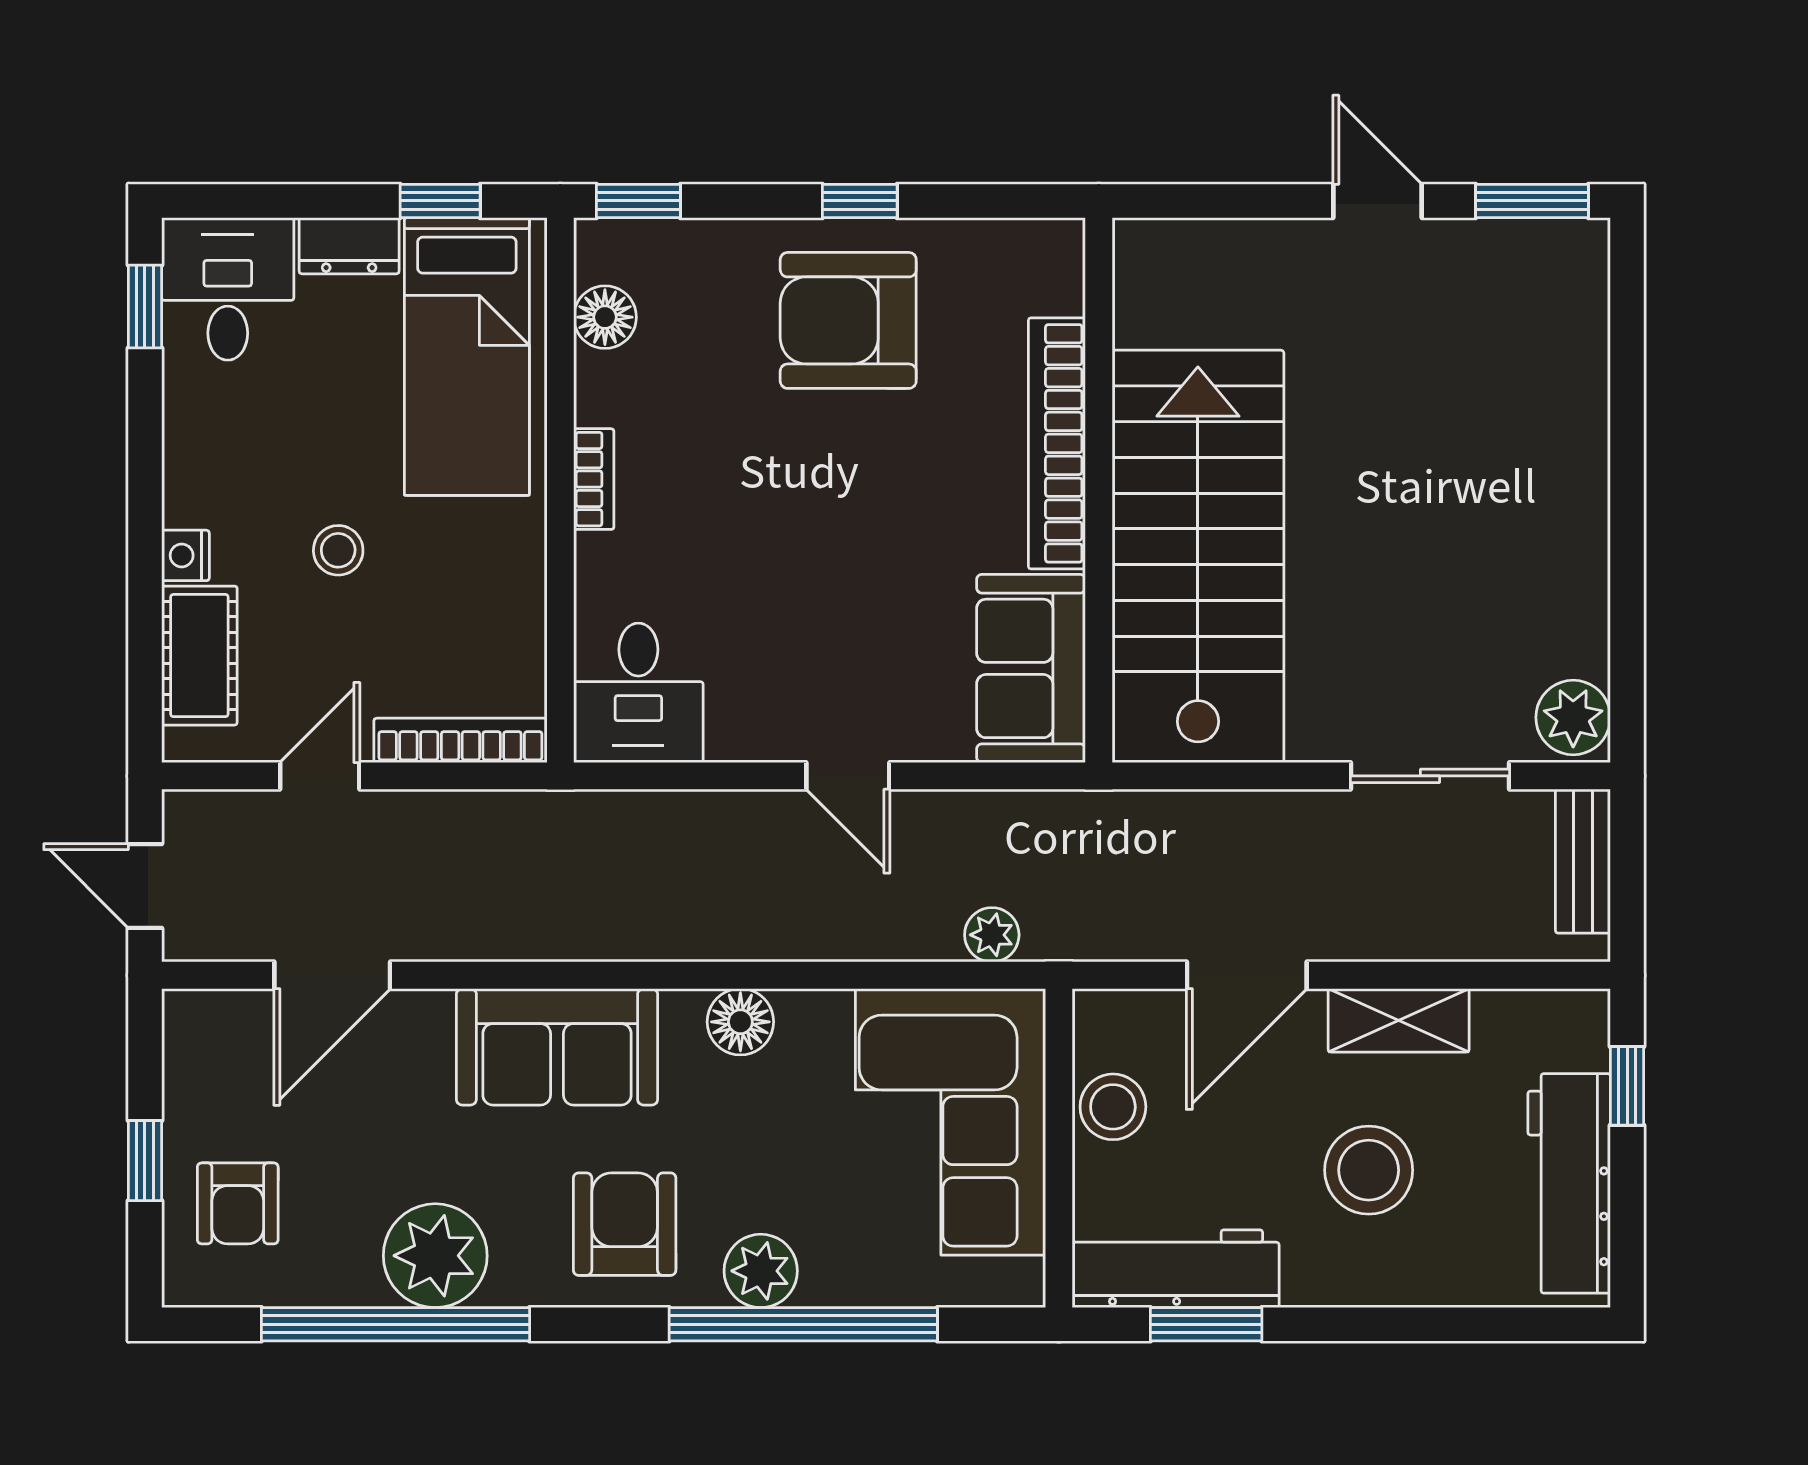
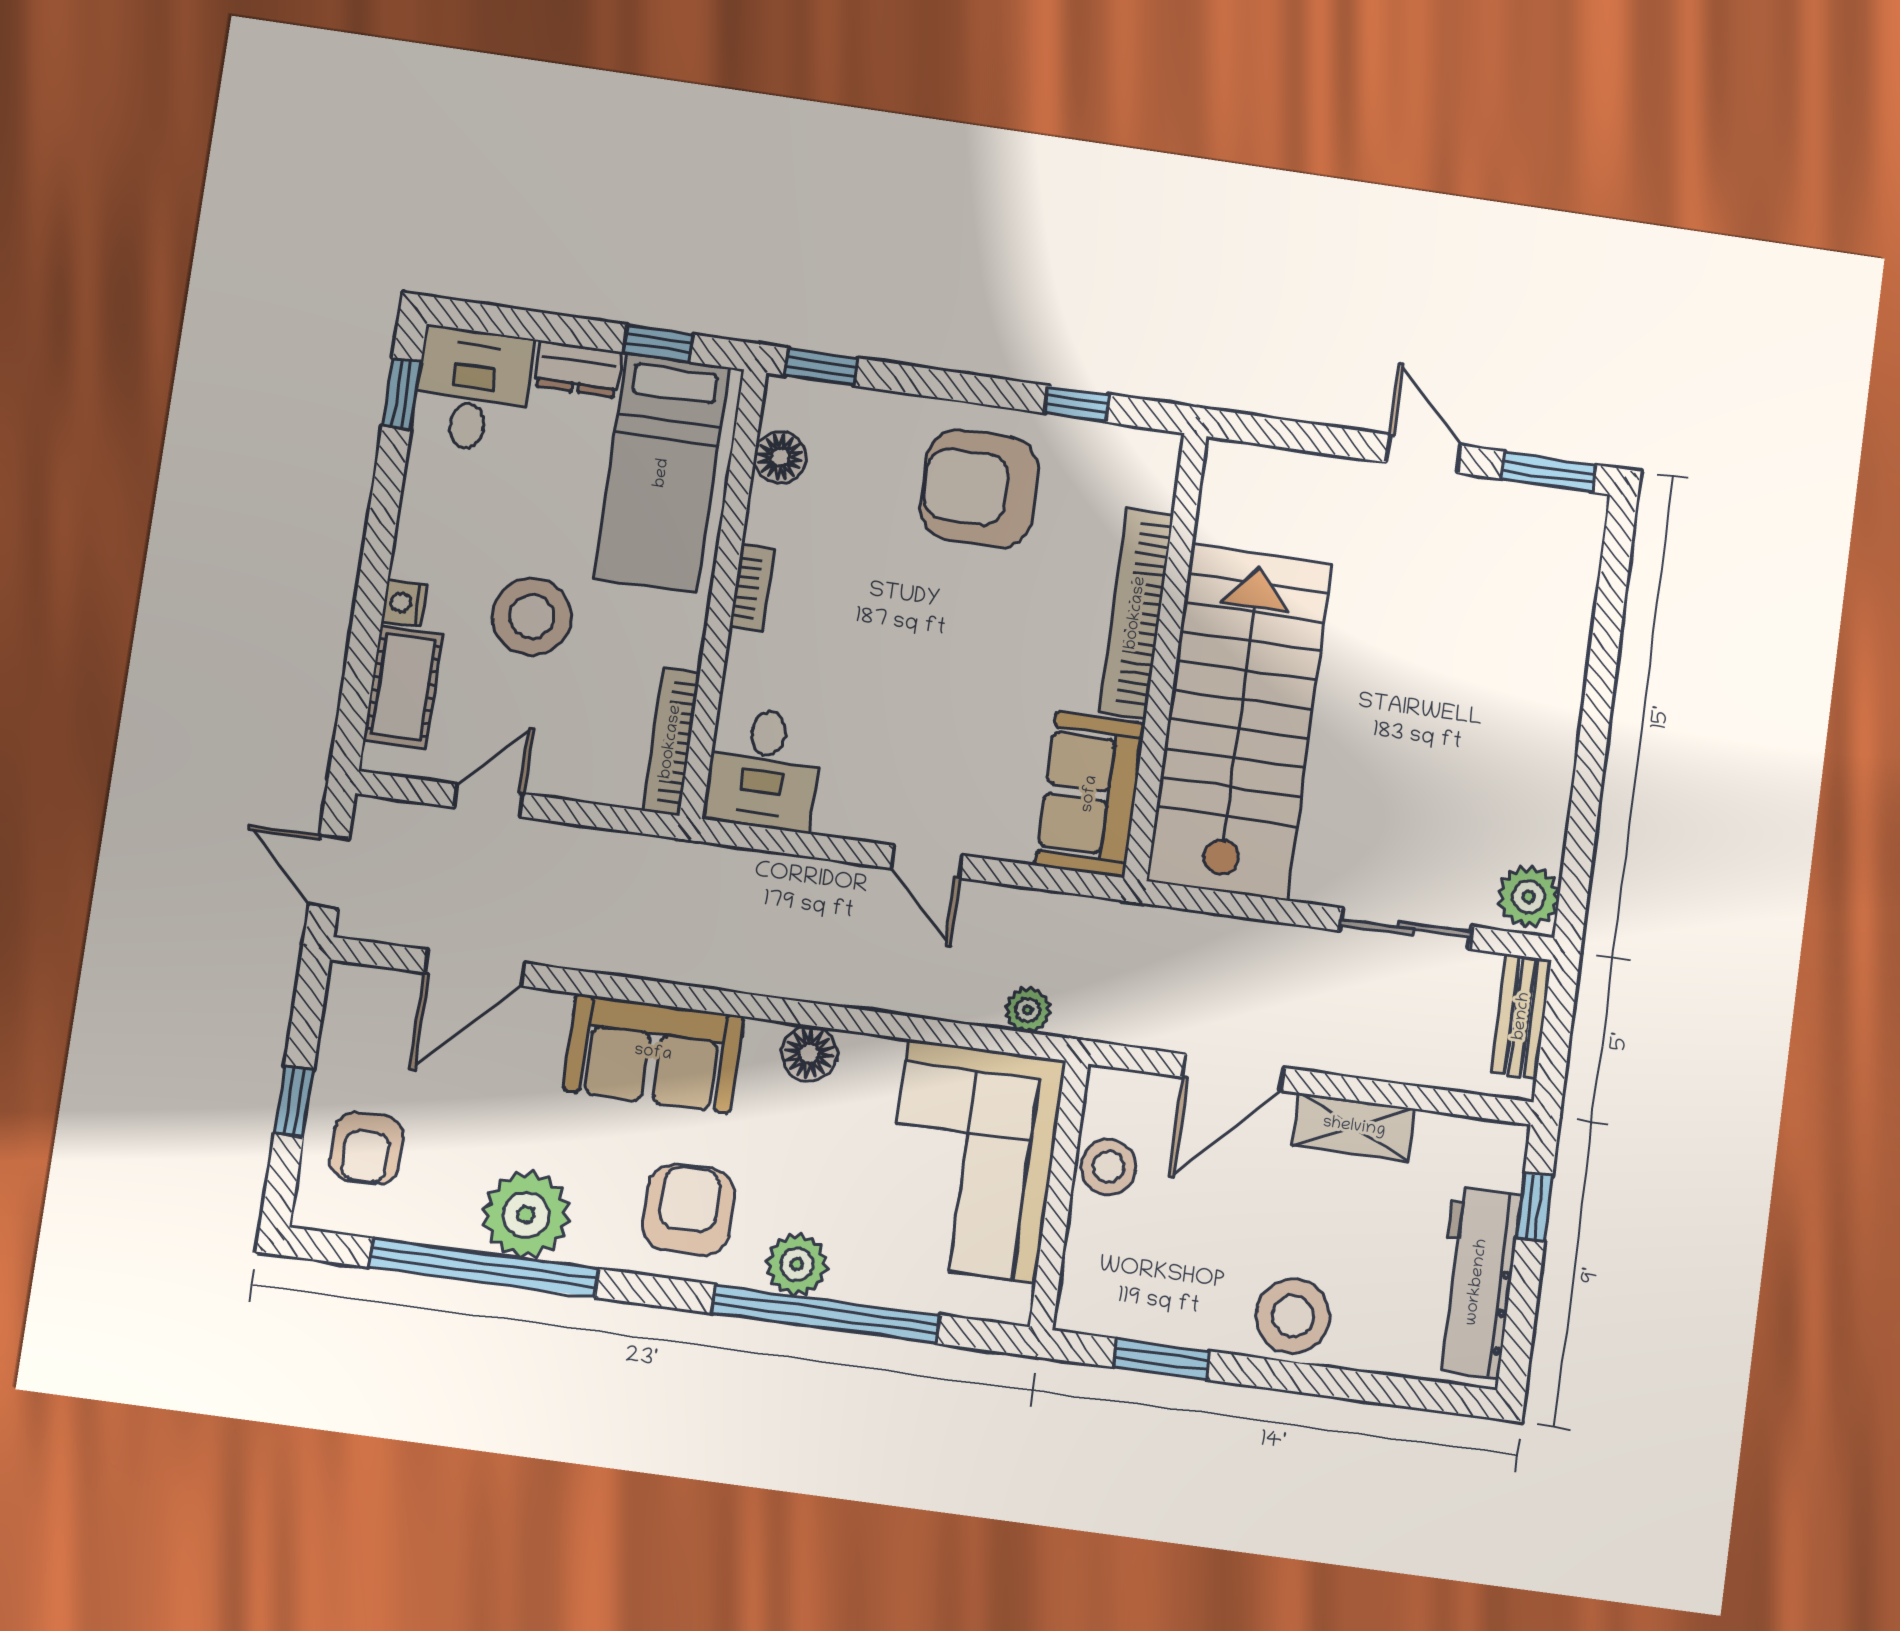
window: (860, 201) -> (1077, 404), moved
stool: (338, 550) -> (532, 617), width x1.89, depth x1.89
bookcase: (460, 740) -> (671, 742), moved, turned -90
stool: (1369, 1170) -> (1293, 1316), moved
workbench: (1176, 1269) -> (1142, 1309), removed

